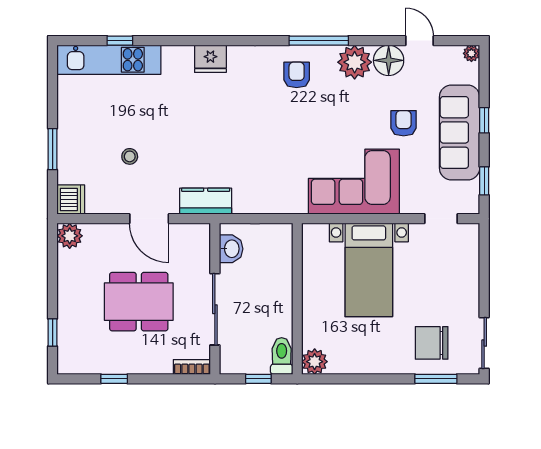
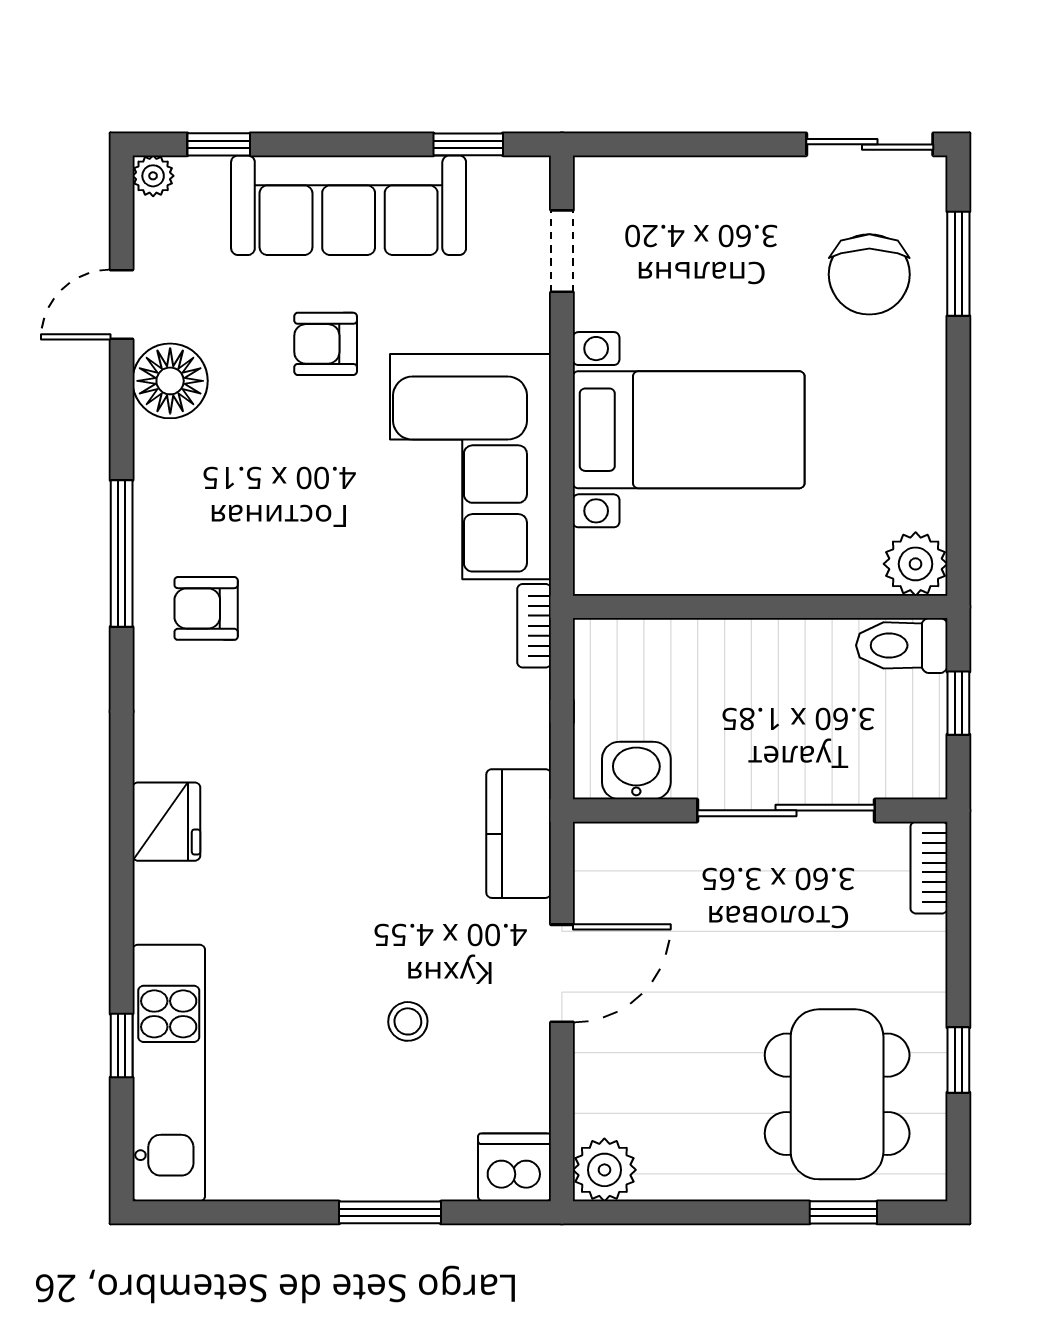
plant: (355, 62) -> (175, 465), removed
window: (484, 120) -> (219, 144), moved
bookcase: (290, 207) -> (534, 626), added
dining table: (139, 302) -> (837, 1094), moved

